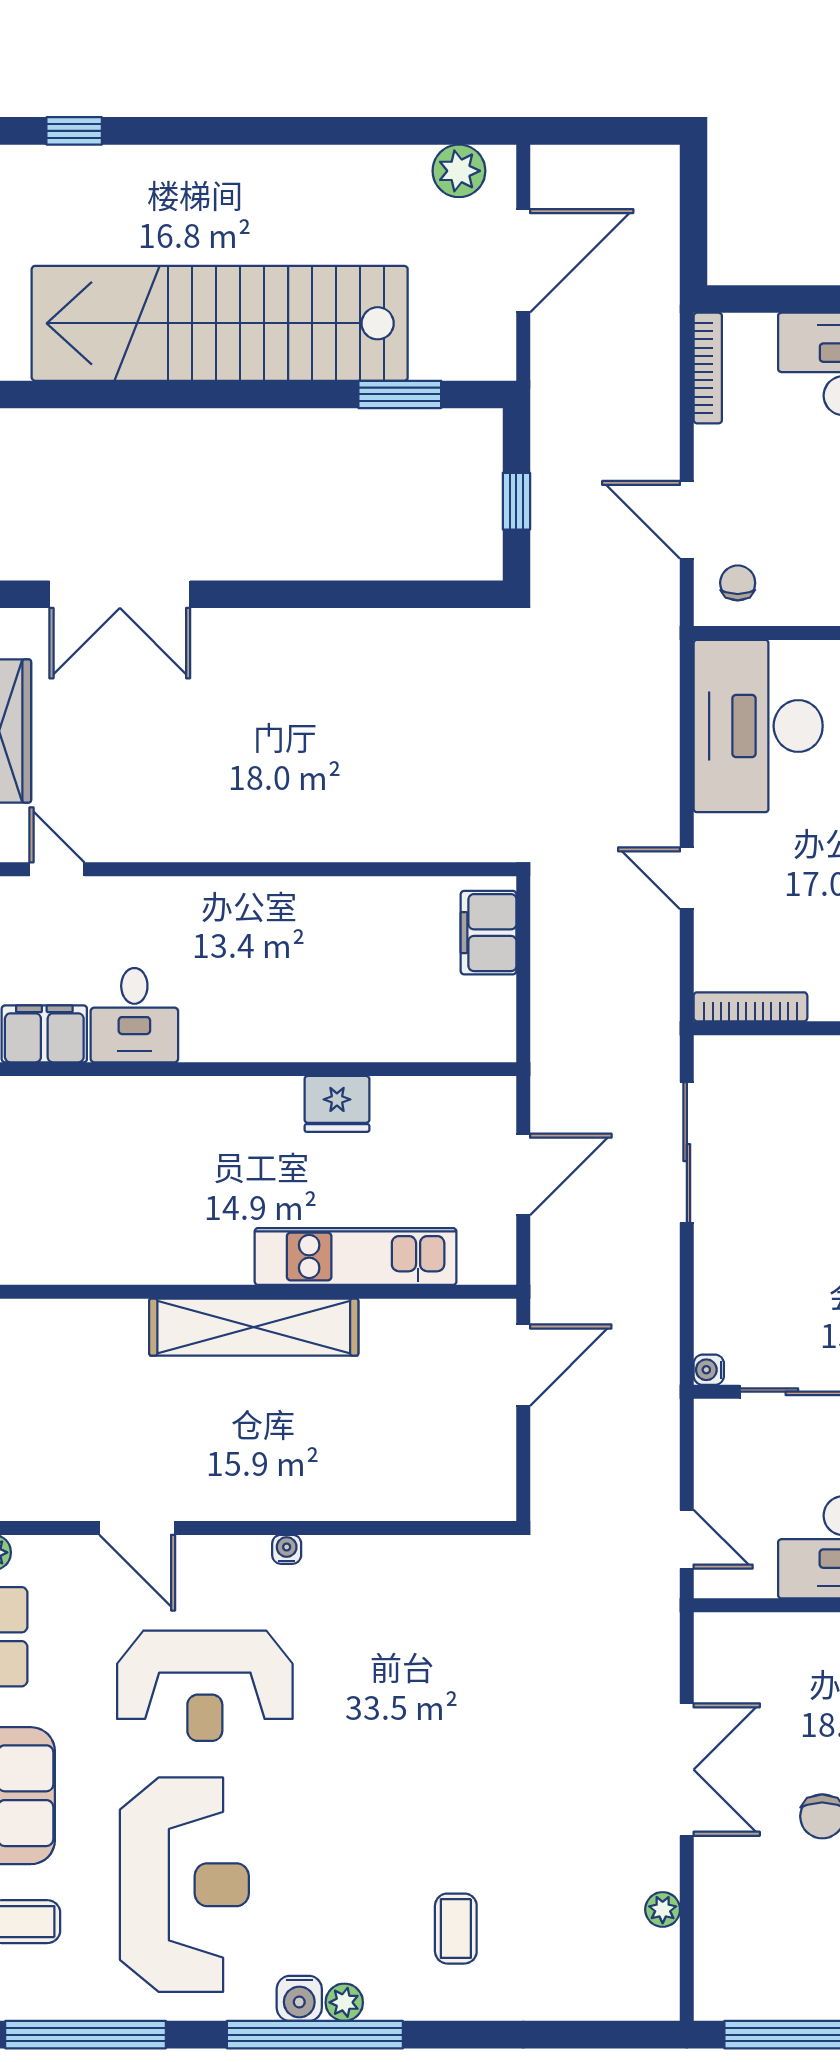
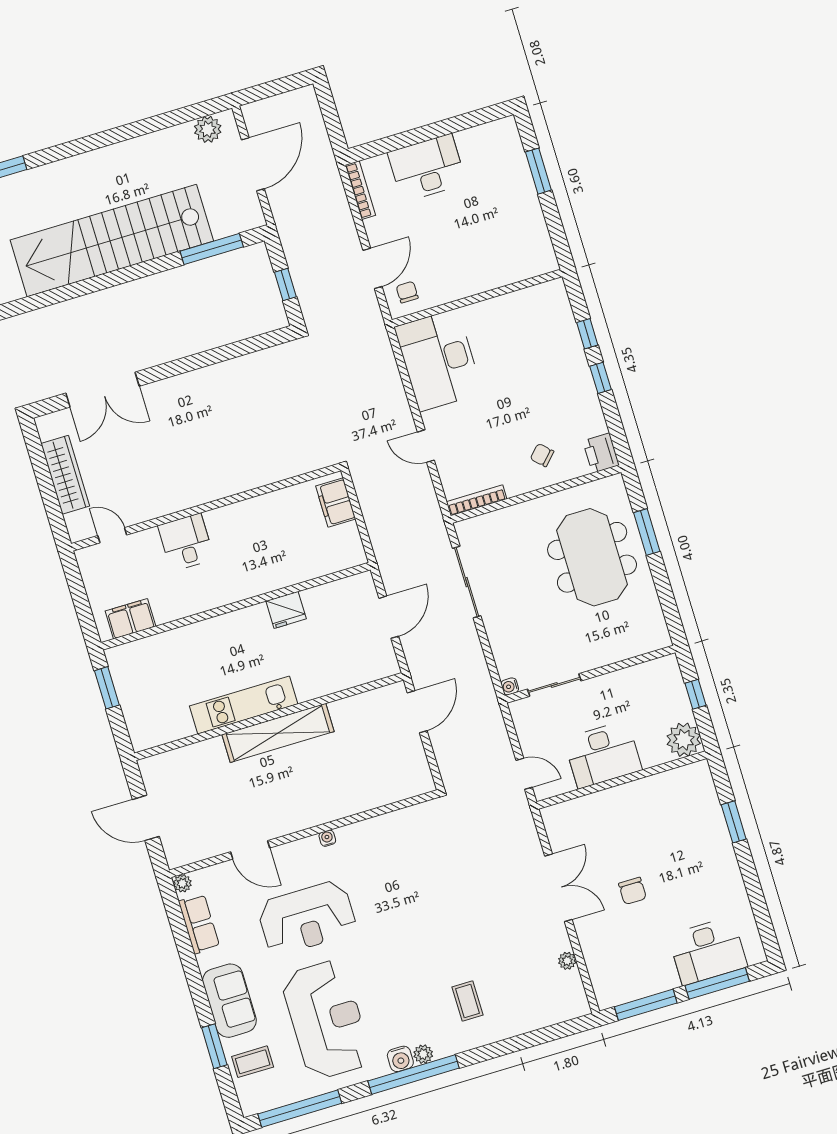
window: (400, 394) -> (212, 249), width x1.44
door: (687, 520) -> (373, 268), swing flipped
desk: (134, 1015) -> (186, 542), moved, turned 180
kitchen unit: (356, 1257) -> (244, 705), moved

